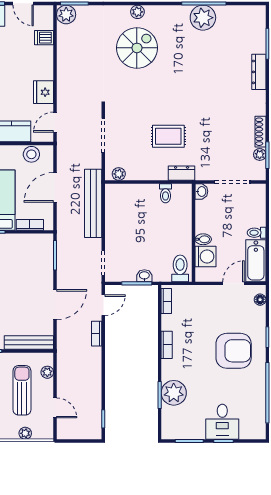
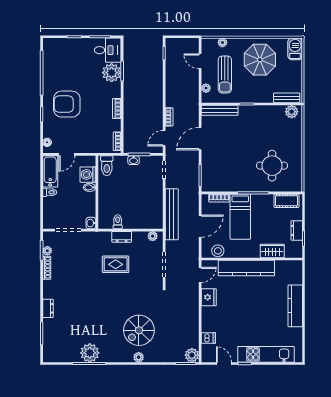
dresser: (259, 72) -> (48, 308), width x0.70
dresser: (182, 173) -> (122, 237), moved
desk: (222, 422) -> (108, 50), moved, turned 90

